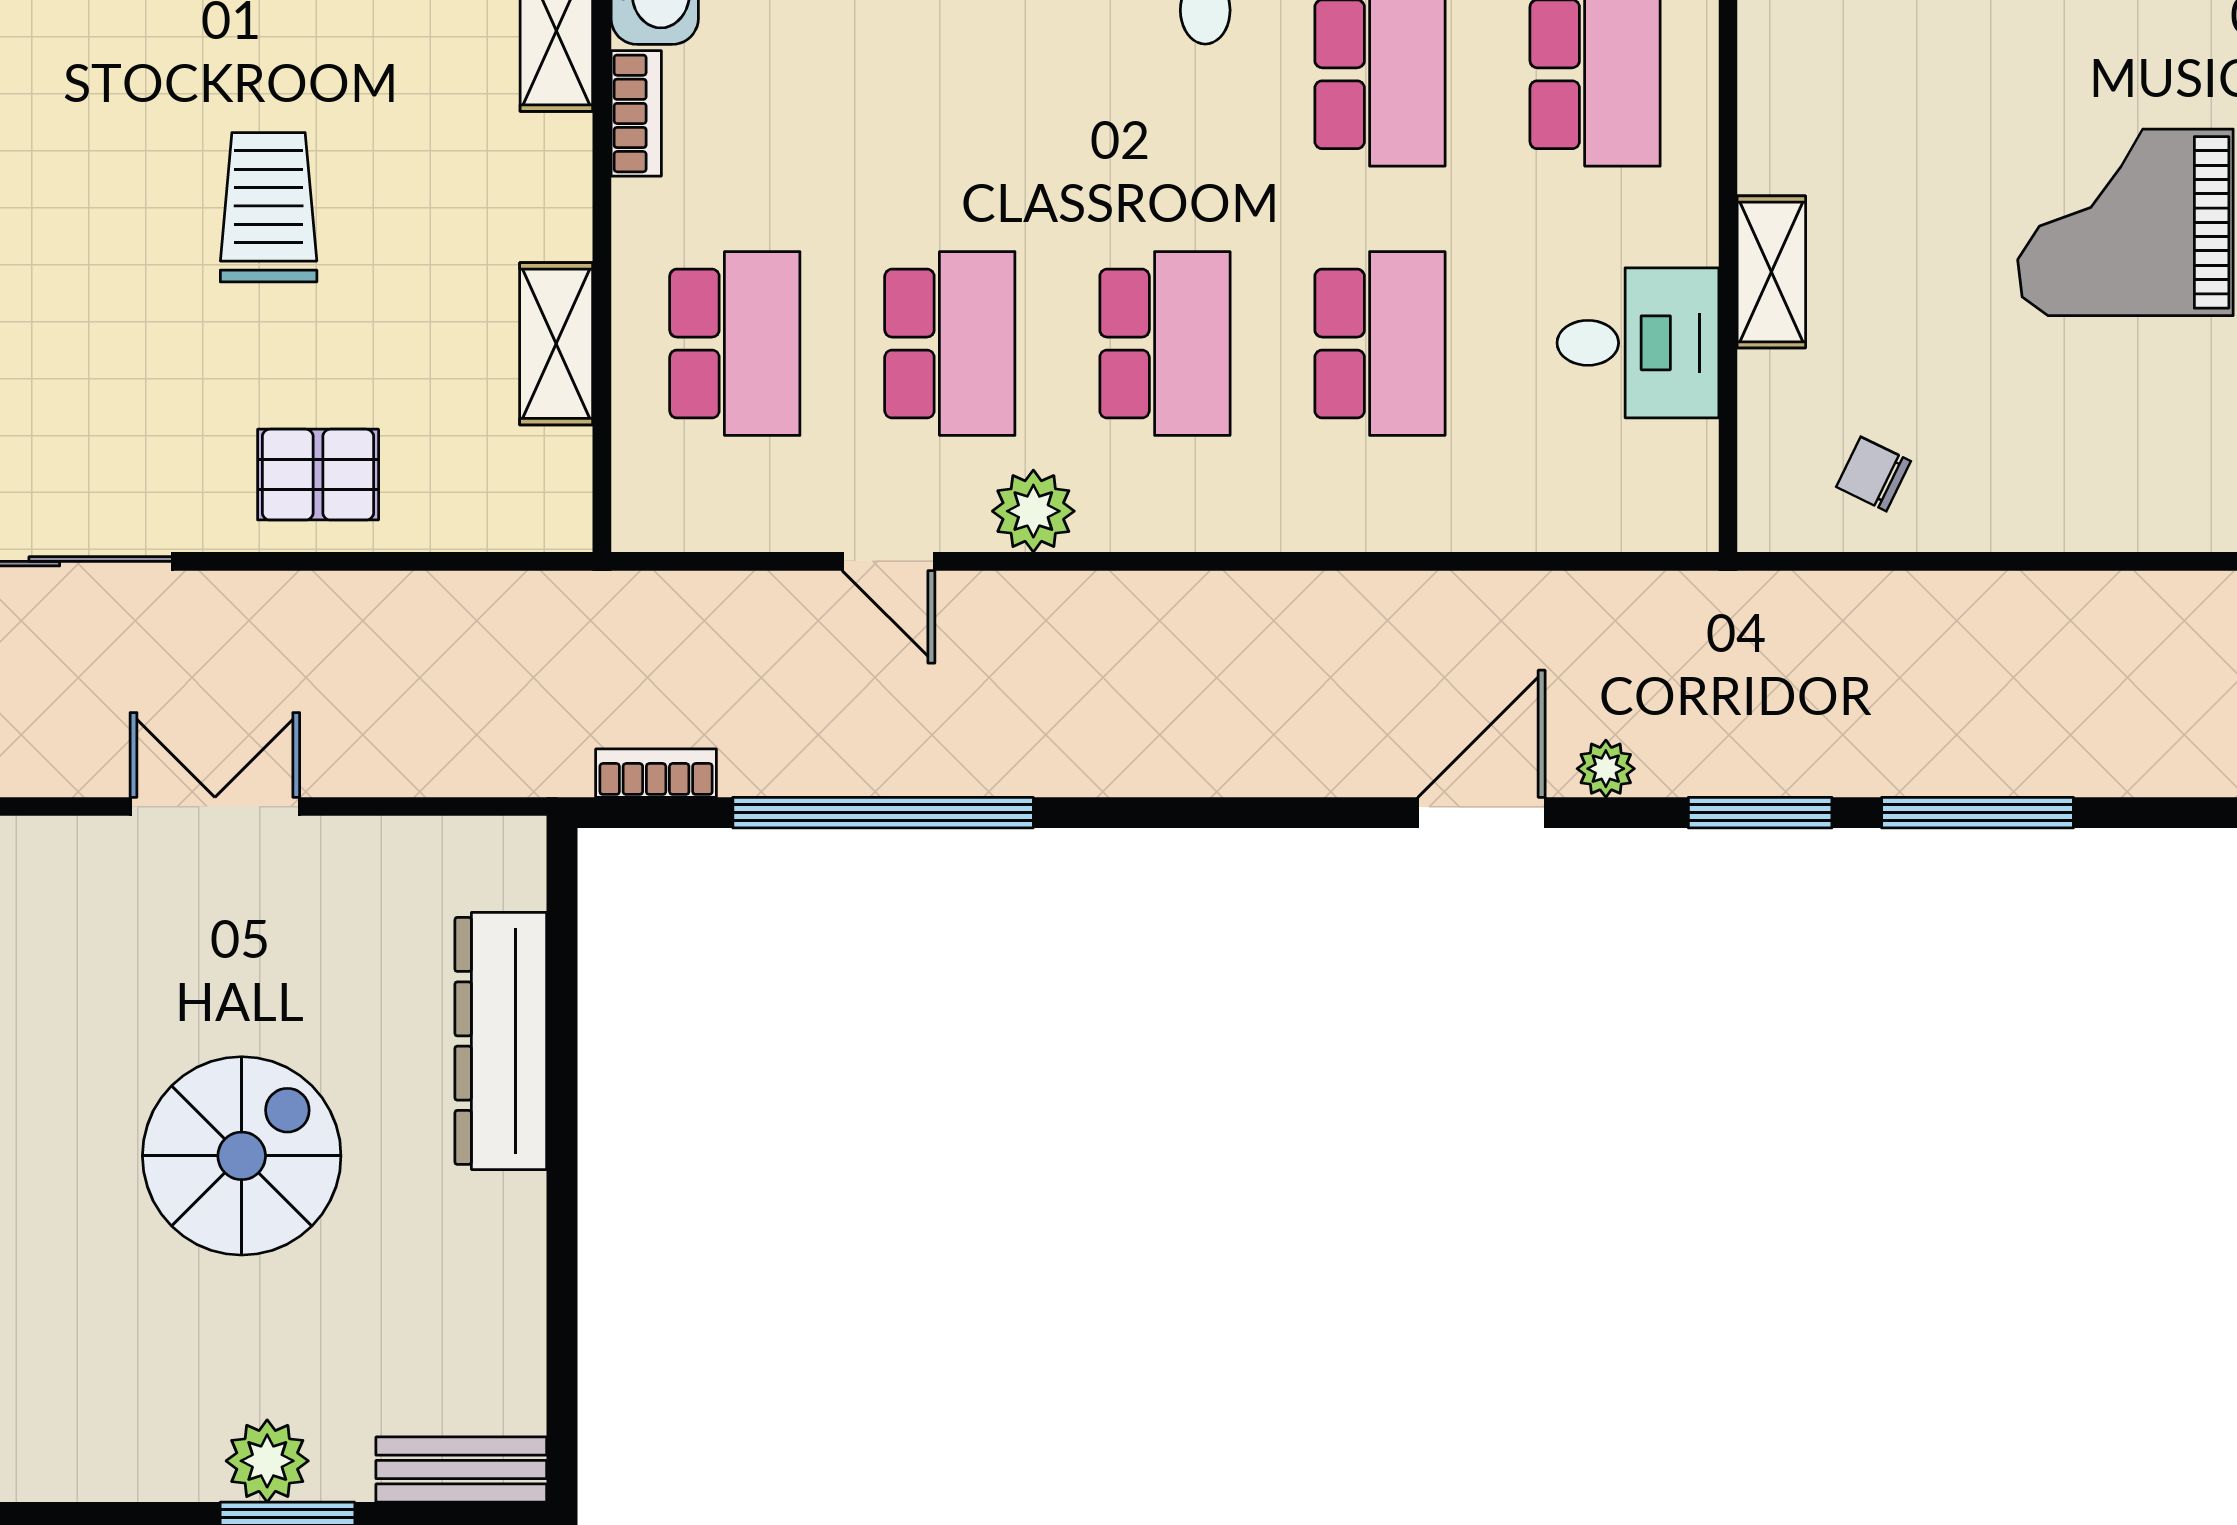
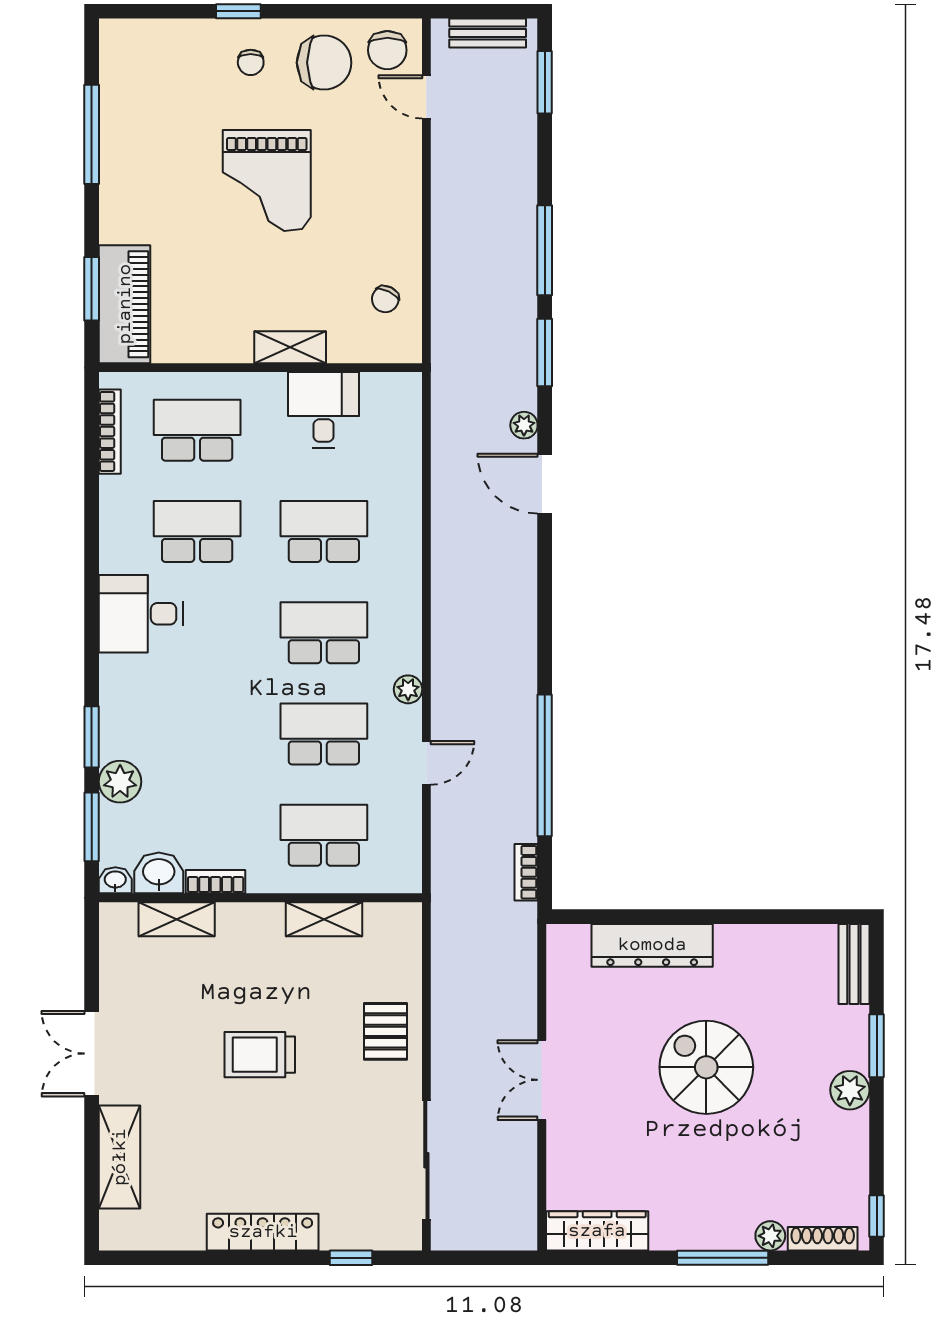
plant: (1033, 511) -> (408, 689), width x0.73, depth x0.73
plant: (267, 1461) -> (850, 1090), moved

